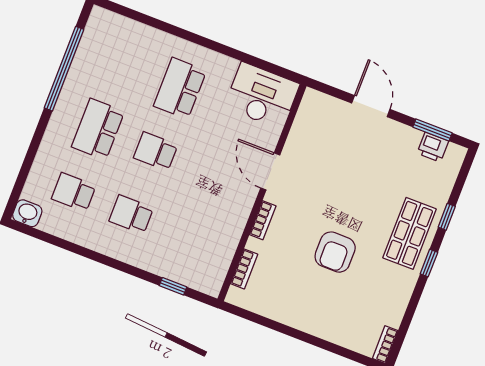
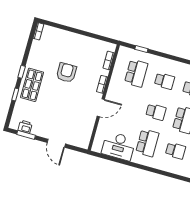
school desk: (122, 66) -> (176, 151), added
desk: (262, 96) -> (119, 146), moved
door: (270, 171) -> (101, 108), hinge flipped
school desk: (189, 237) -> (136, 73), added

